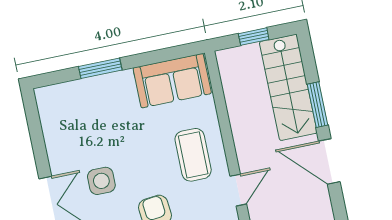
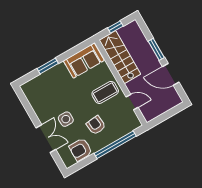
stairs: (288, 87) -> (120, 57), moved, turned 180
coffee table: (193, 155) -> (105, 92), turned 90
door: (238, 190) -> (132, 102), hinge flipped

